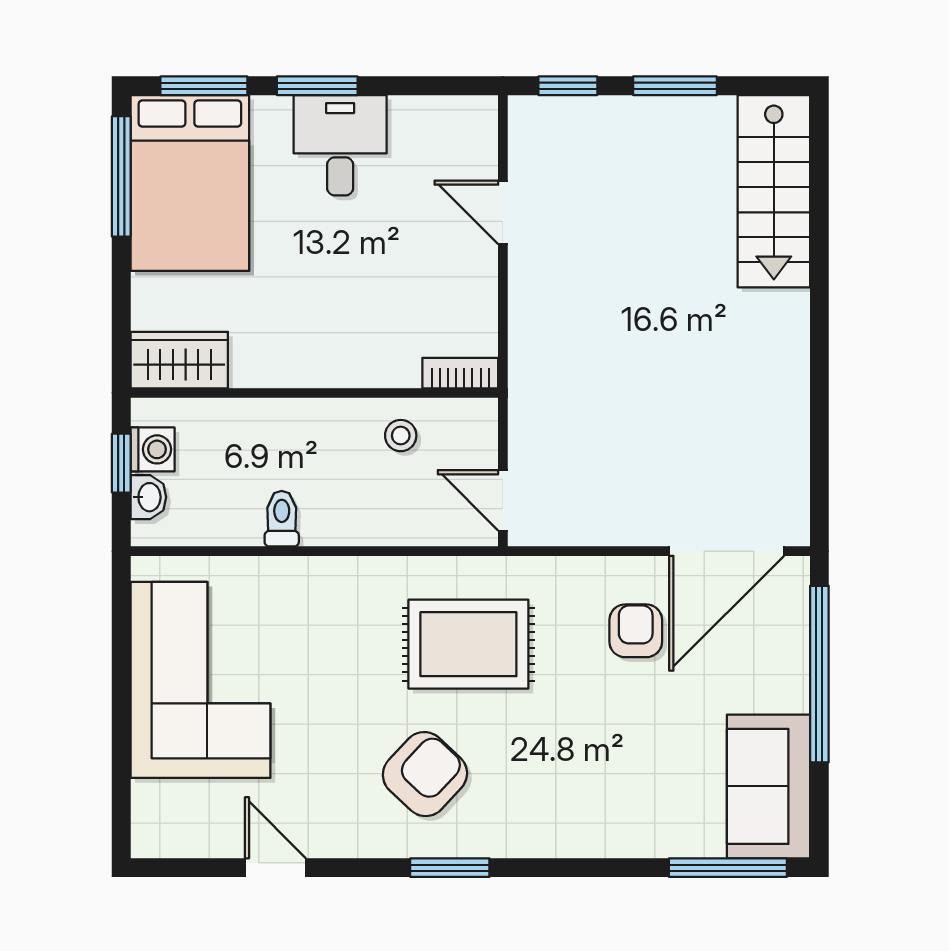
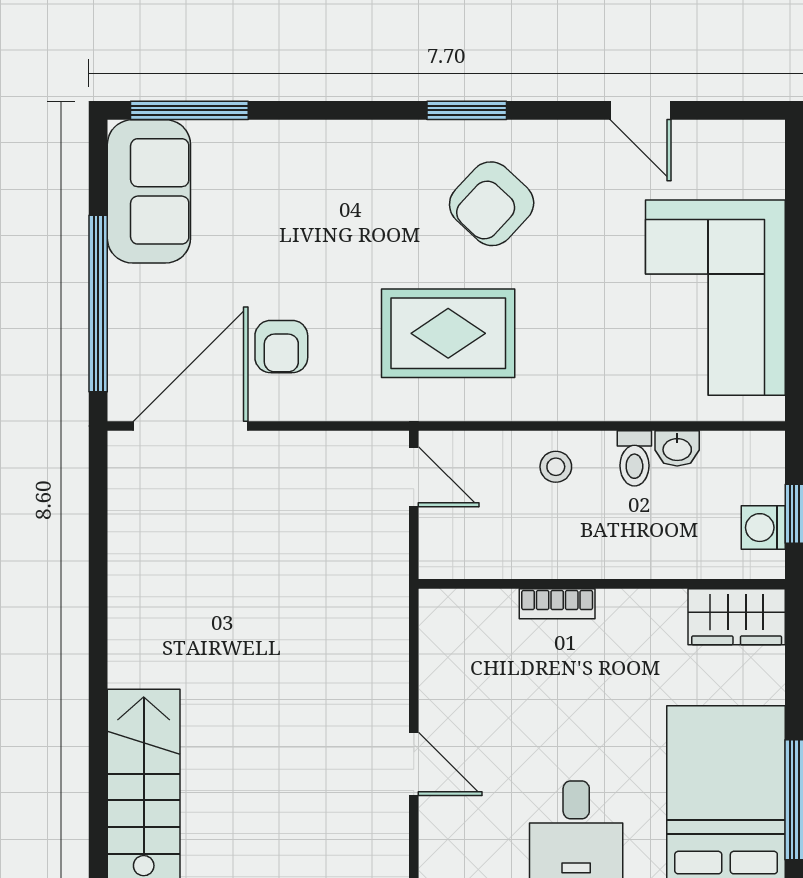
bookcase: (460, 373) -> (557, 604), moved
stool: (401, 436) -> (556, 467), moved
washbasin: (148, 497) -> (677, 448), moved, turned -90

